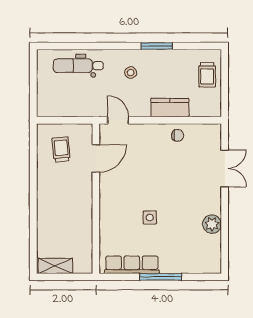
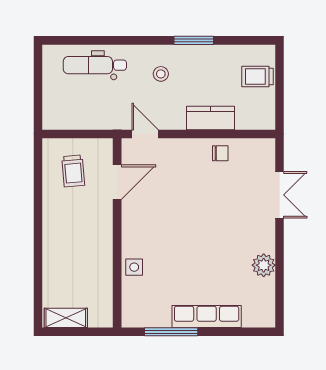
trolley: (207, 75) -> (258, 77), turned 90
trolley: (61, 149) -> (73, 171), turned 180
side table: (150, 218) -> (134, 267), moved
row of seats: (132, 265) -> (207, 316), moved
window: (161, 277) -> (171, 332), moved

